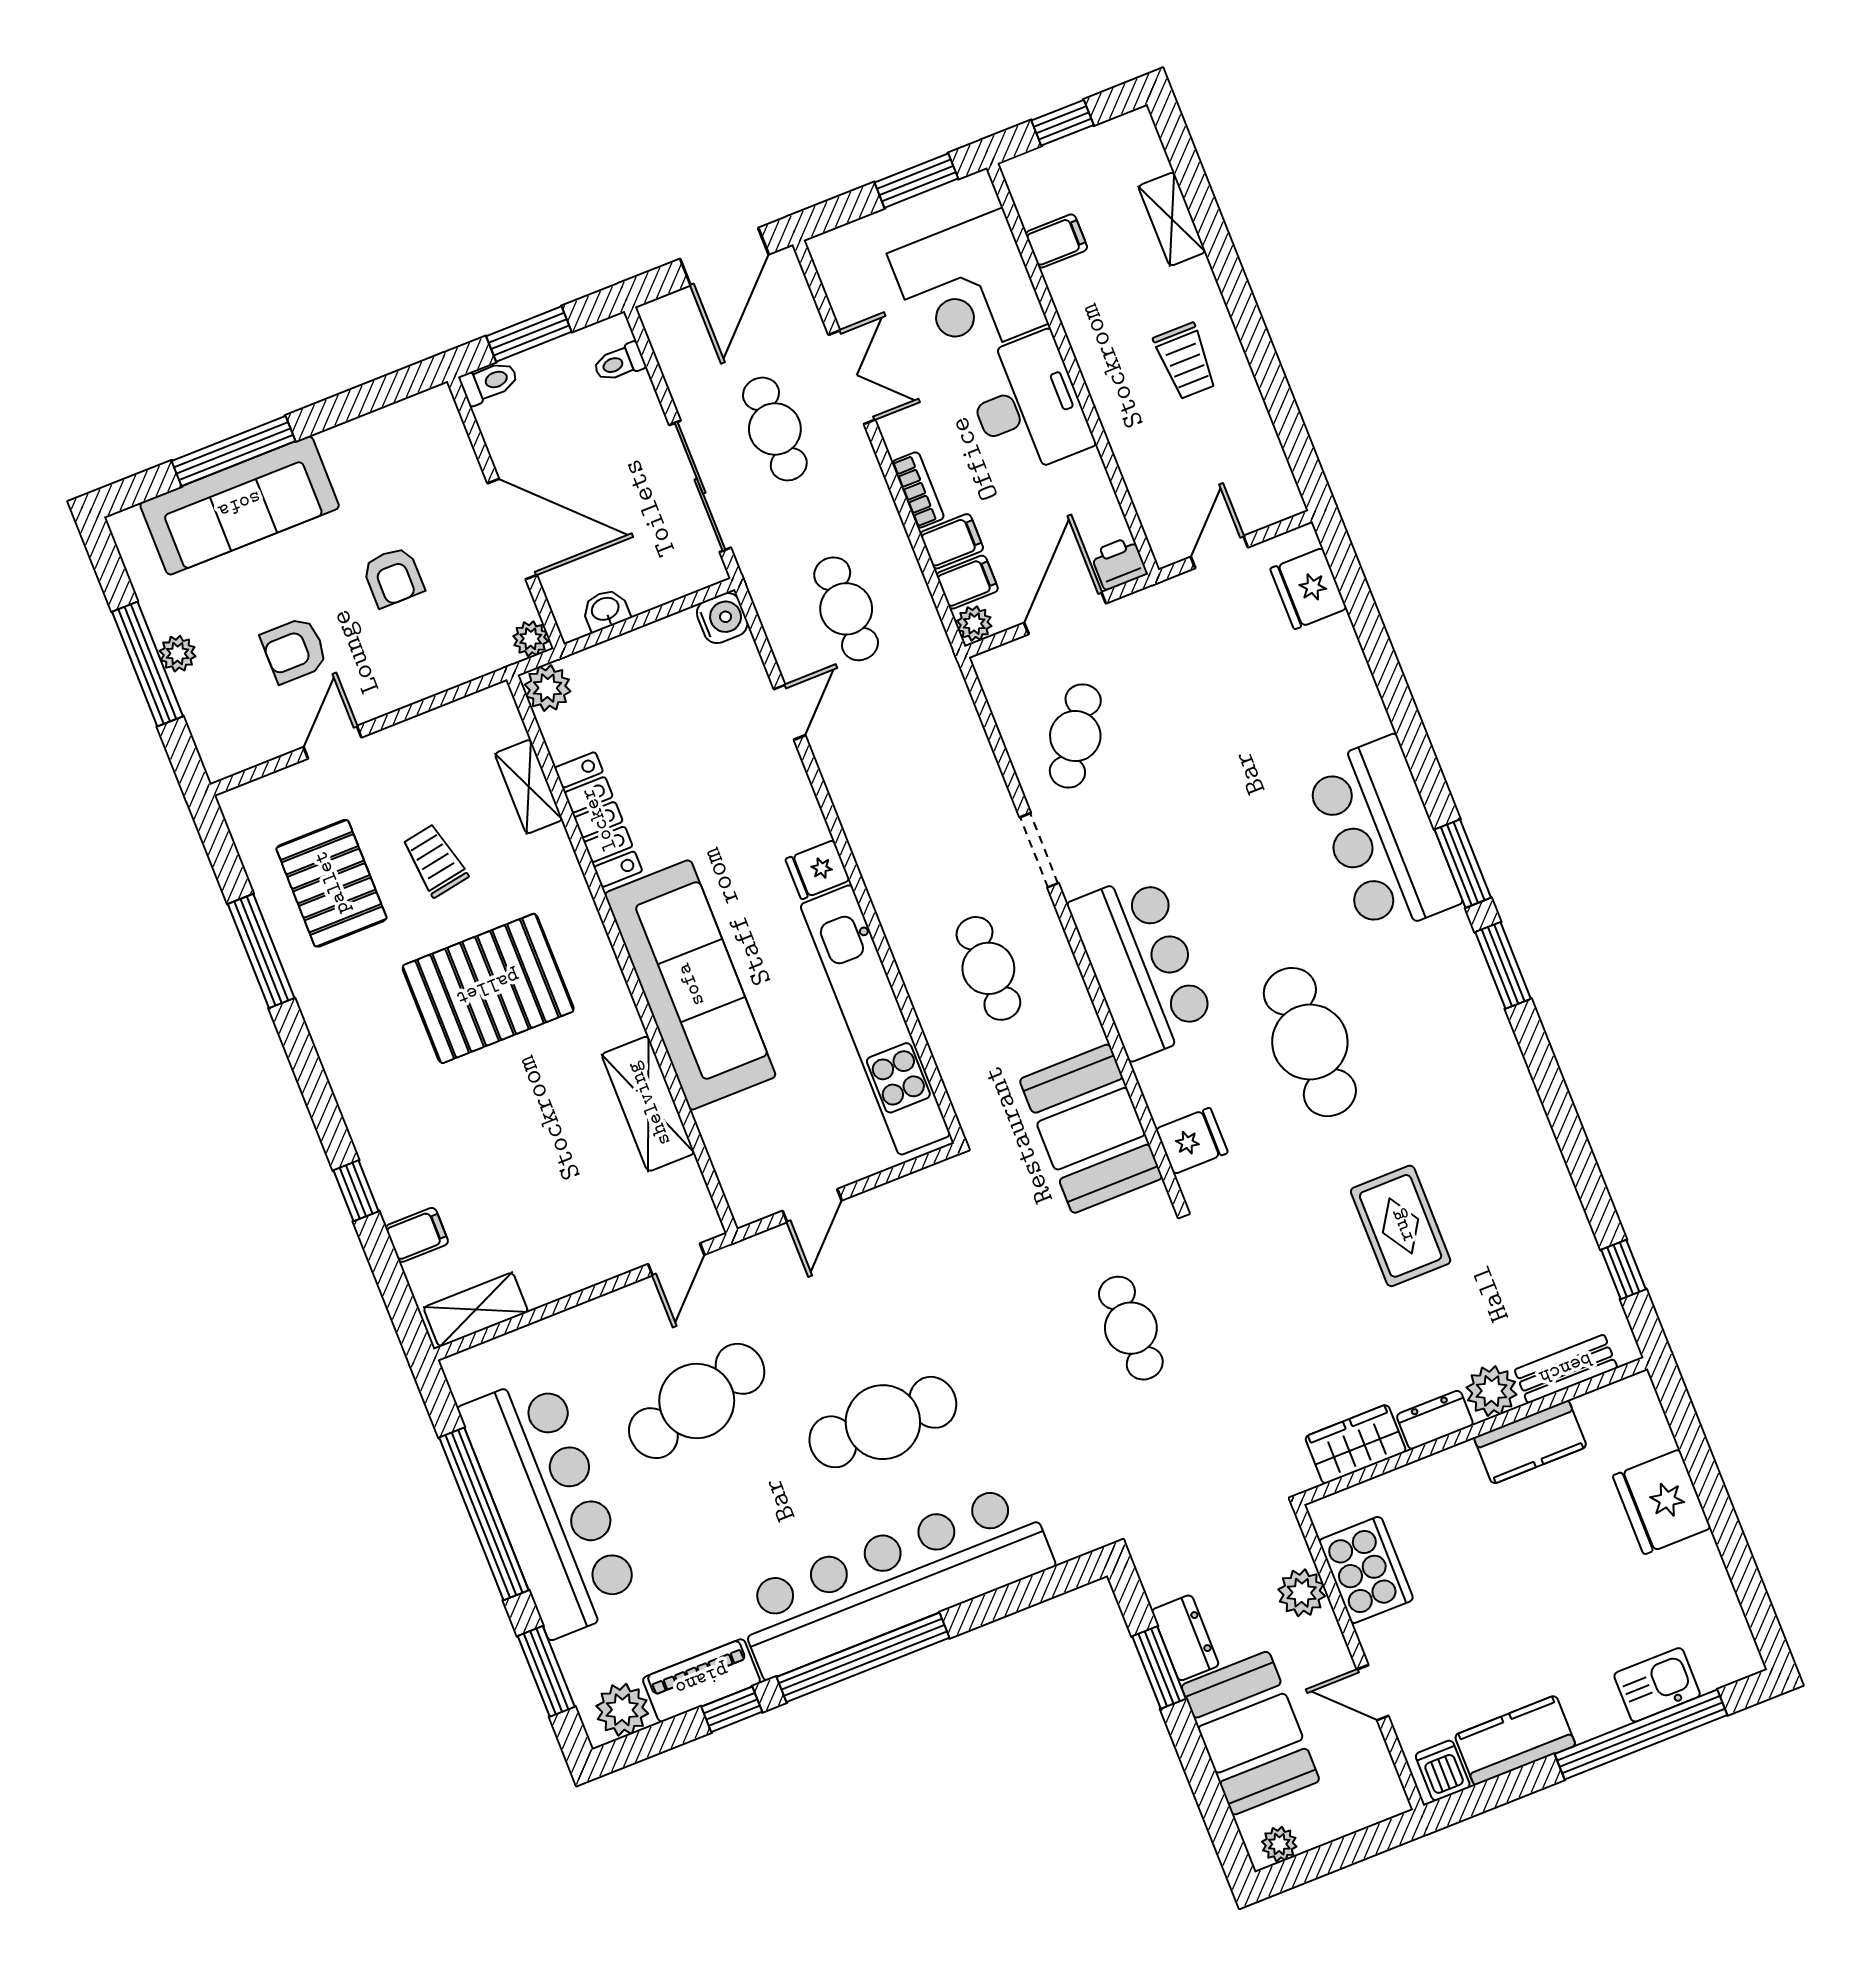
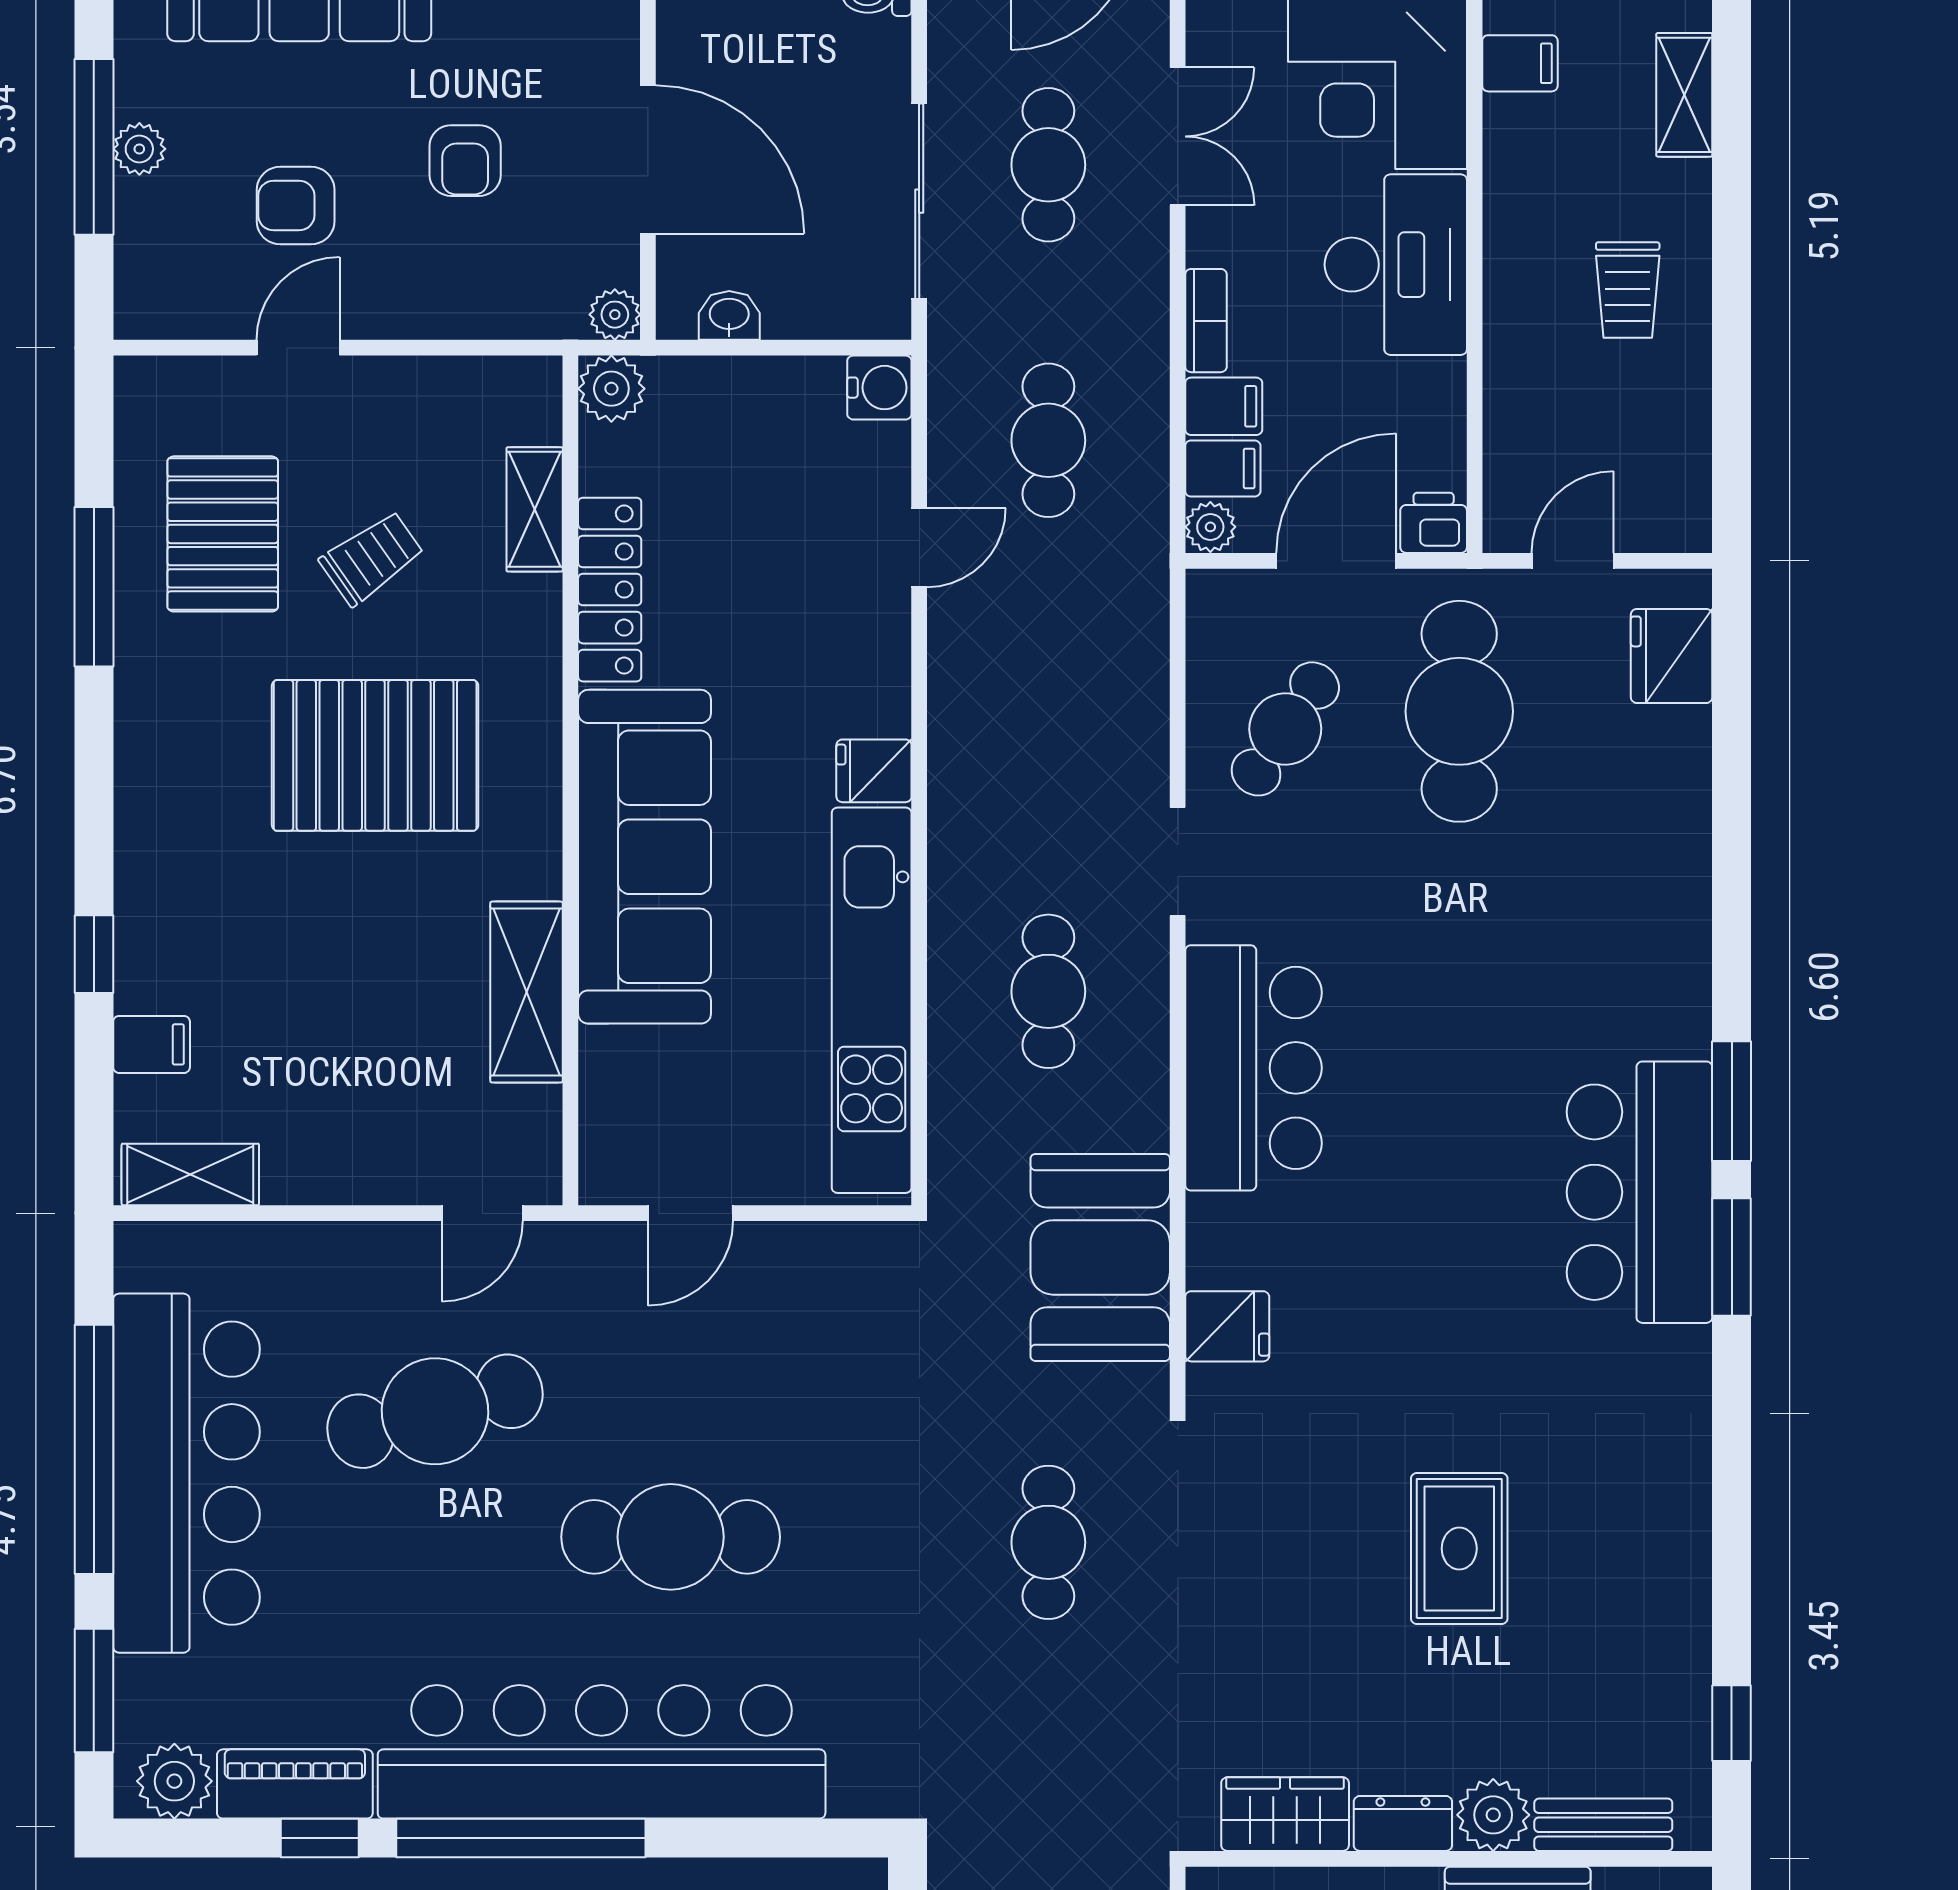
bar counter: (1382, 836) -> (1639, 1192), moved
trolley: (435, 861) -> (372, 558), turned 65
cafe table: (1310, 1042) -> (1459, 711), moved

